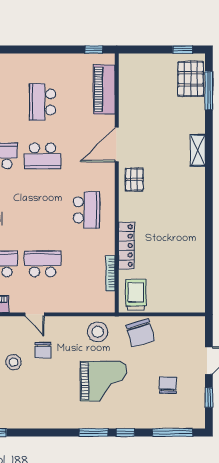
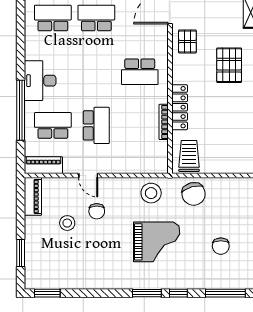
school desk: (43, 156) -> (96, 18), turned 180
pallet: (176, 203) -> (229, 65), added
school desk: (86, 210) -> (140, 72), turned 90
school desk: (43, 264) -> (96, 125), turned 90
bookcase: (110, 273) -> (164, 122), moved
chair: (168, 385) -> (221, 246), turned 180

